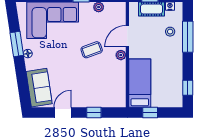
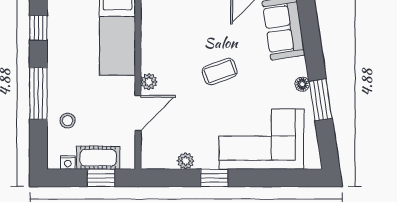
window: (188, 37) -> (38, 93), moved
coffee table: (92, 50) -> (220, 72), moved

